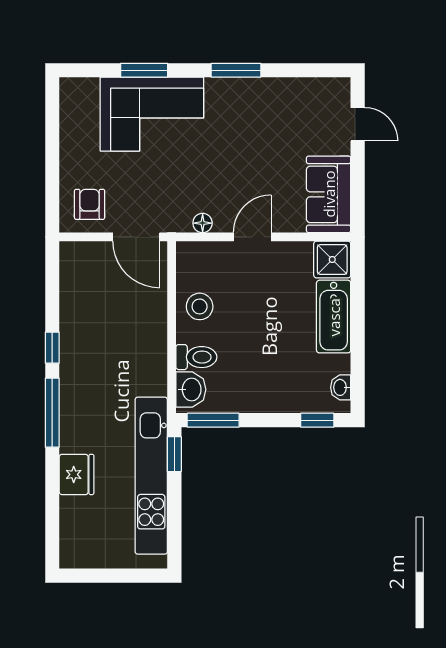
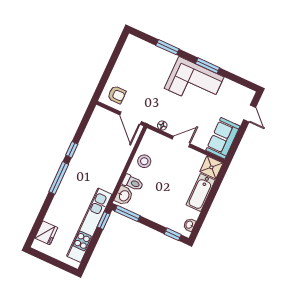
corner sofa: (152, 114) -> (194, 83), moved
armchair: (90, 204) -> (117, 95), turned 90
fridge: (76, 474) -> (46, 233), moved

